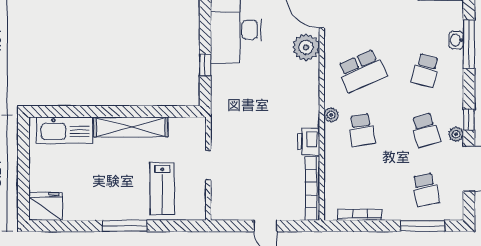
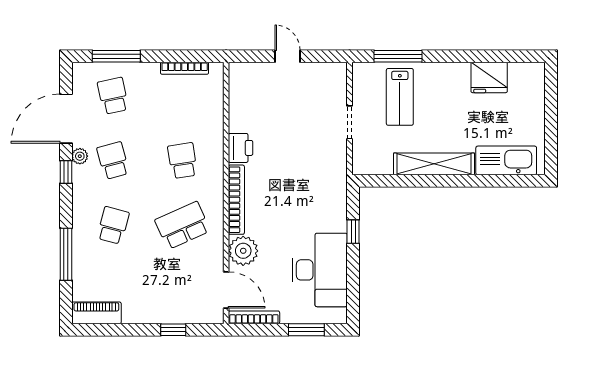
washbasin: (456, 40) -> (80, 259), removed
plant: (331, 115) -> (216, 177), removed
lab bench: (162, 189) -> (400, 97), turned 180
bookcase: (312, 189) -> (236, 200), moved
fridge: (45, 206) -> (489, 77), moved
window: (125, 226) -> (398, 56), moved

